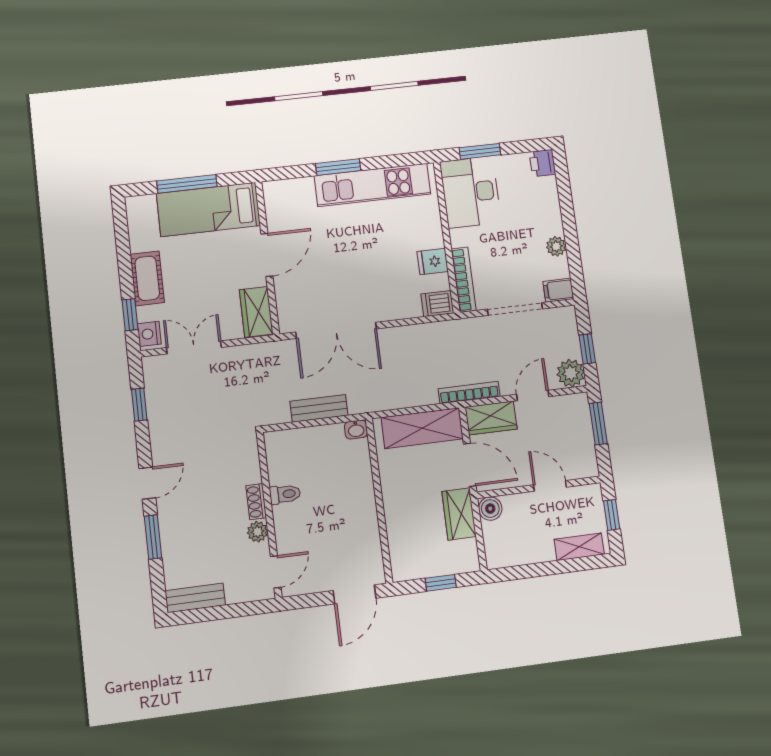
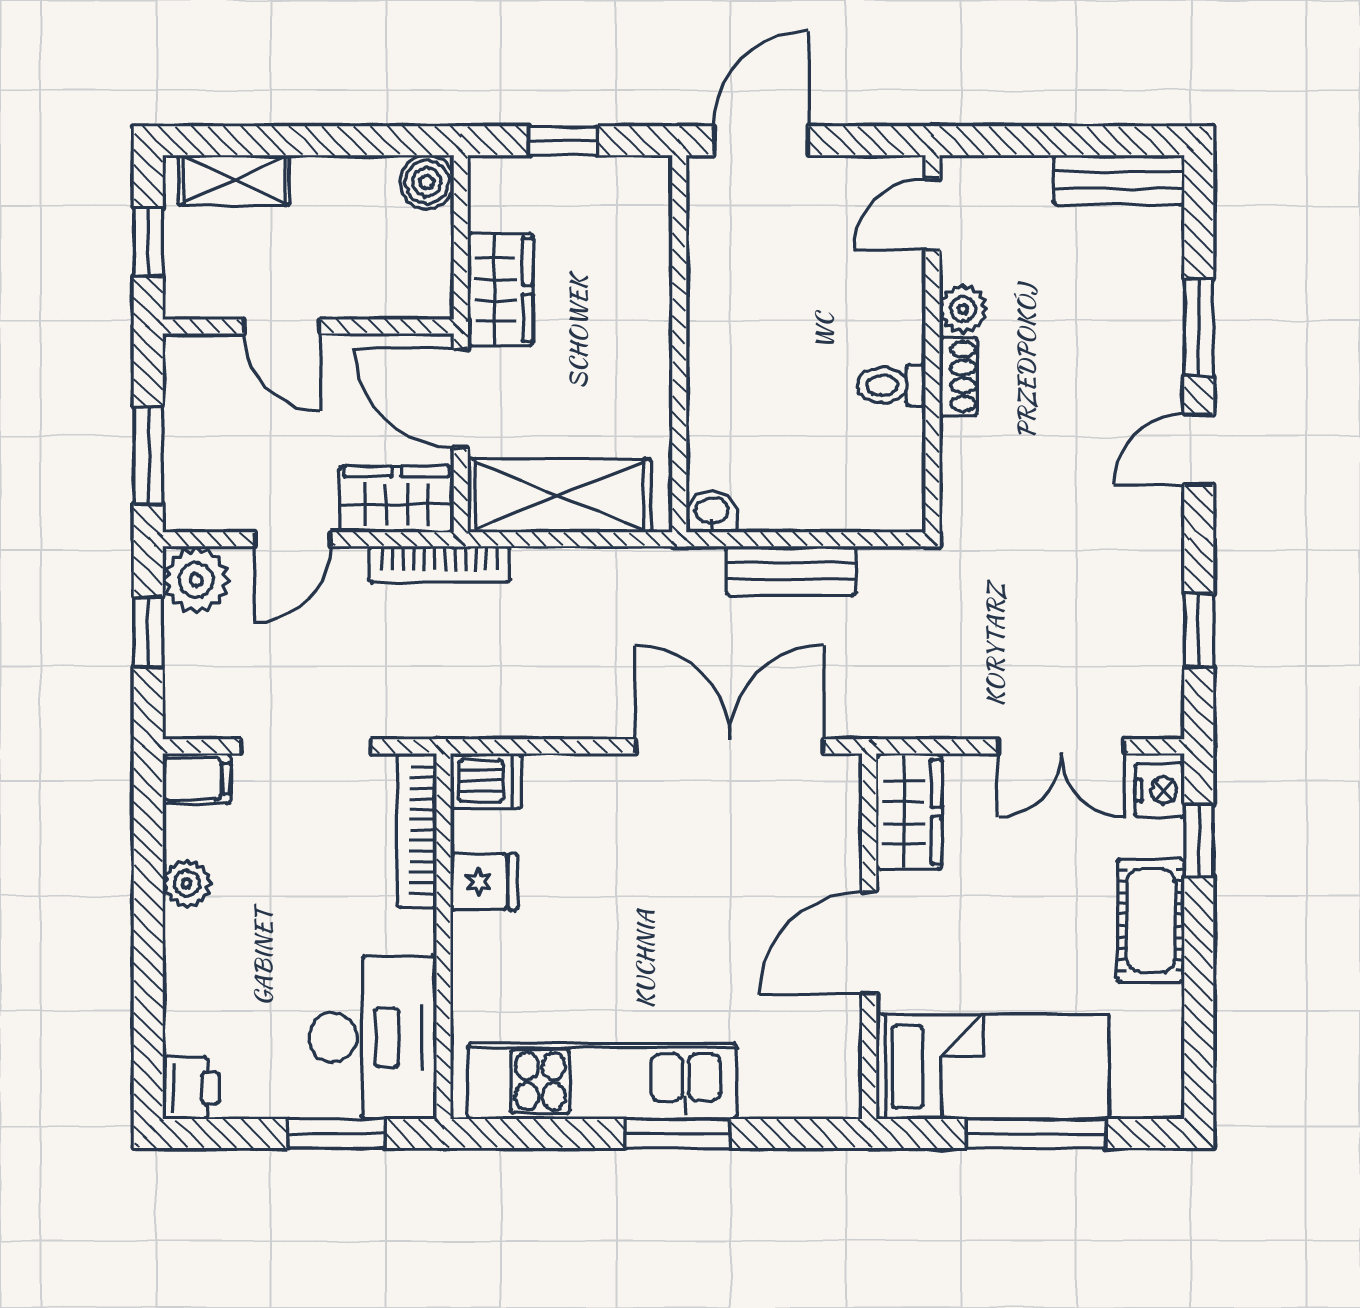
boiler: (490, 509) -> (427, 182), moved

